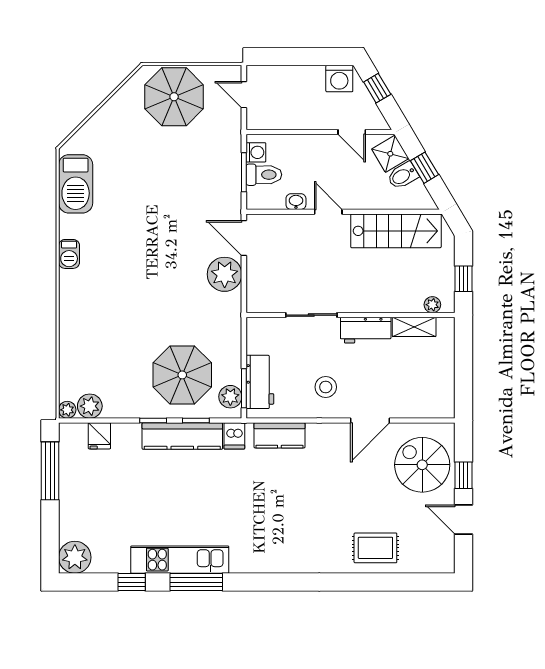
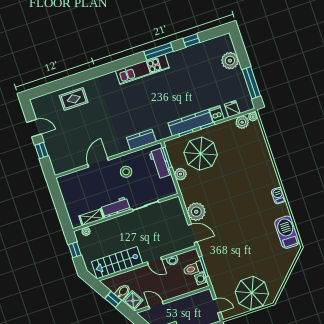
plant: (230, 397) -> (180, 174), moved
dishwasher: (234, 436) -> (217, 114), moved
spiral stairs: (422, 465) -> (64, 149), removed
plant: (75, 557) -> (230, 61), moved
kitchen unit: (180, 560) -> (142, 69), moved

